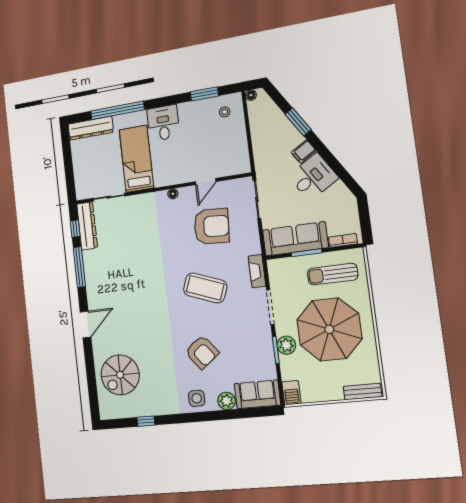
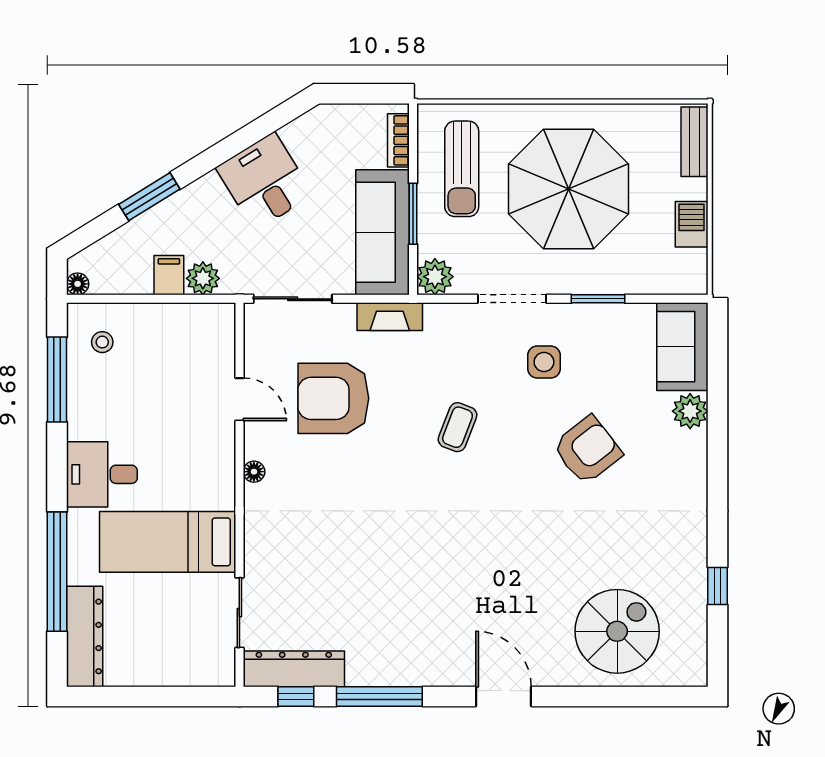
window: (204, 94) -> (57, 380), width x1.44
filing cabinet: (304, 151) -> (169, 275), moved, turned -148
plant: (261, 155) -> (203, 278), added
armchair: (212, 226) -> (333, 398), turned -94
fireplace: (257, 271) -> (390, 317), moved
coffee table: (205, 288) -> (457, 427), width x0.54, depth x0.58
plant: (286, 345) -> (435, 277), moved
spiral stairs: (120, 375) -> (617, 631), turned -90
barbecue: (291, 393) -> (692, 224), moved, turned -90
side table: (197, 398) -> (544, 362), moved

